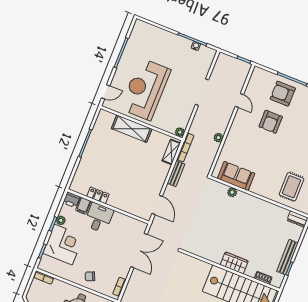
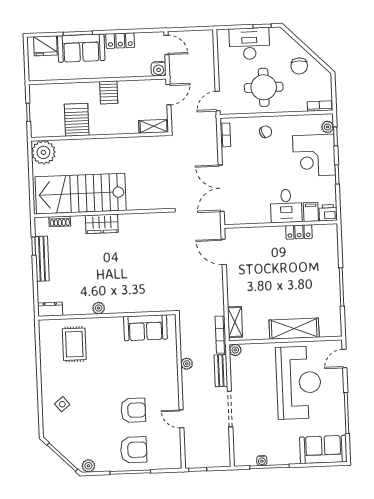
sofa: (149, 34) -> (323, 449), added
armchair: (271, 122) -> (133, 410), turned 90
bench: (176, 174) -> (221, 371), moved
plant: (232, 192) -> (99, 308), moved
plant: (61, 220) -> (327, 127), moved

